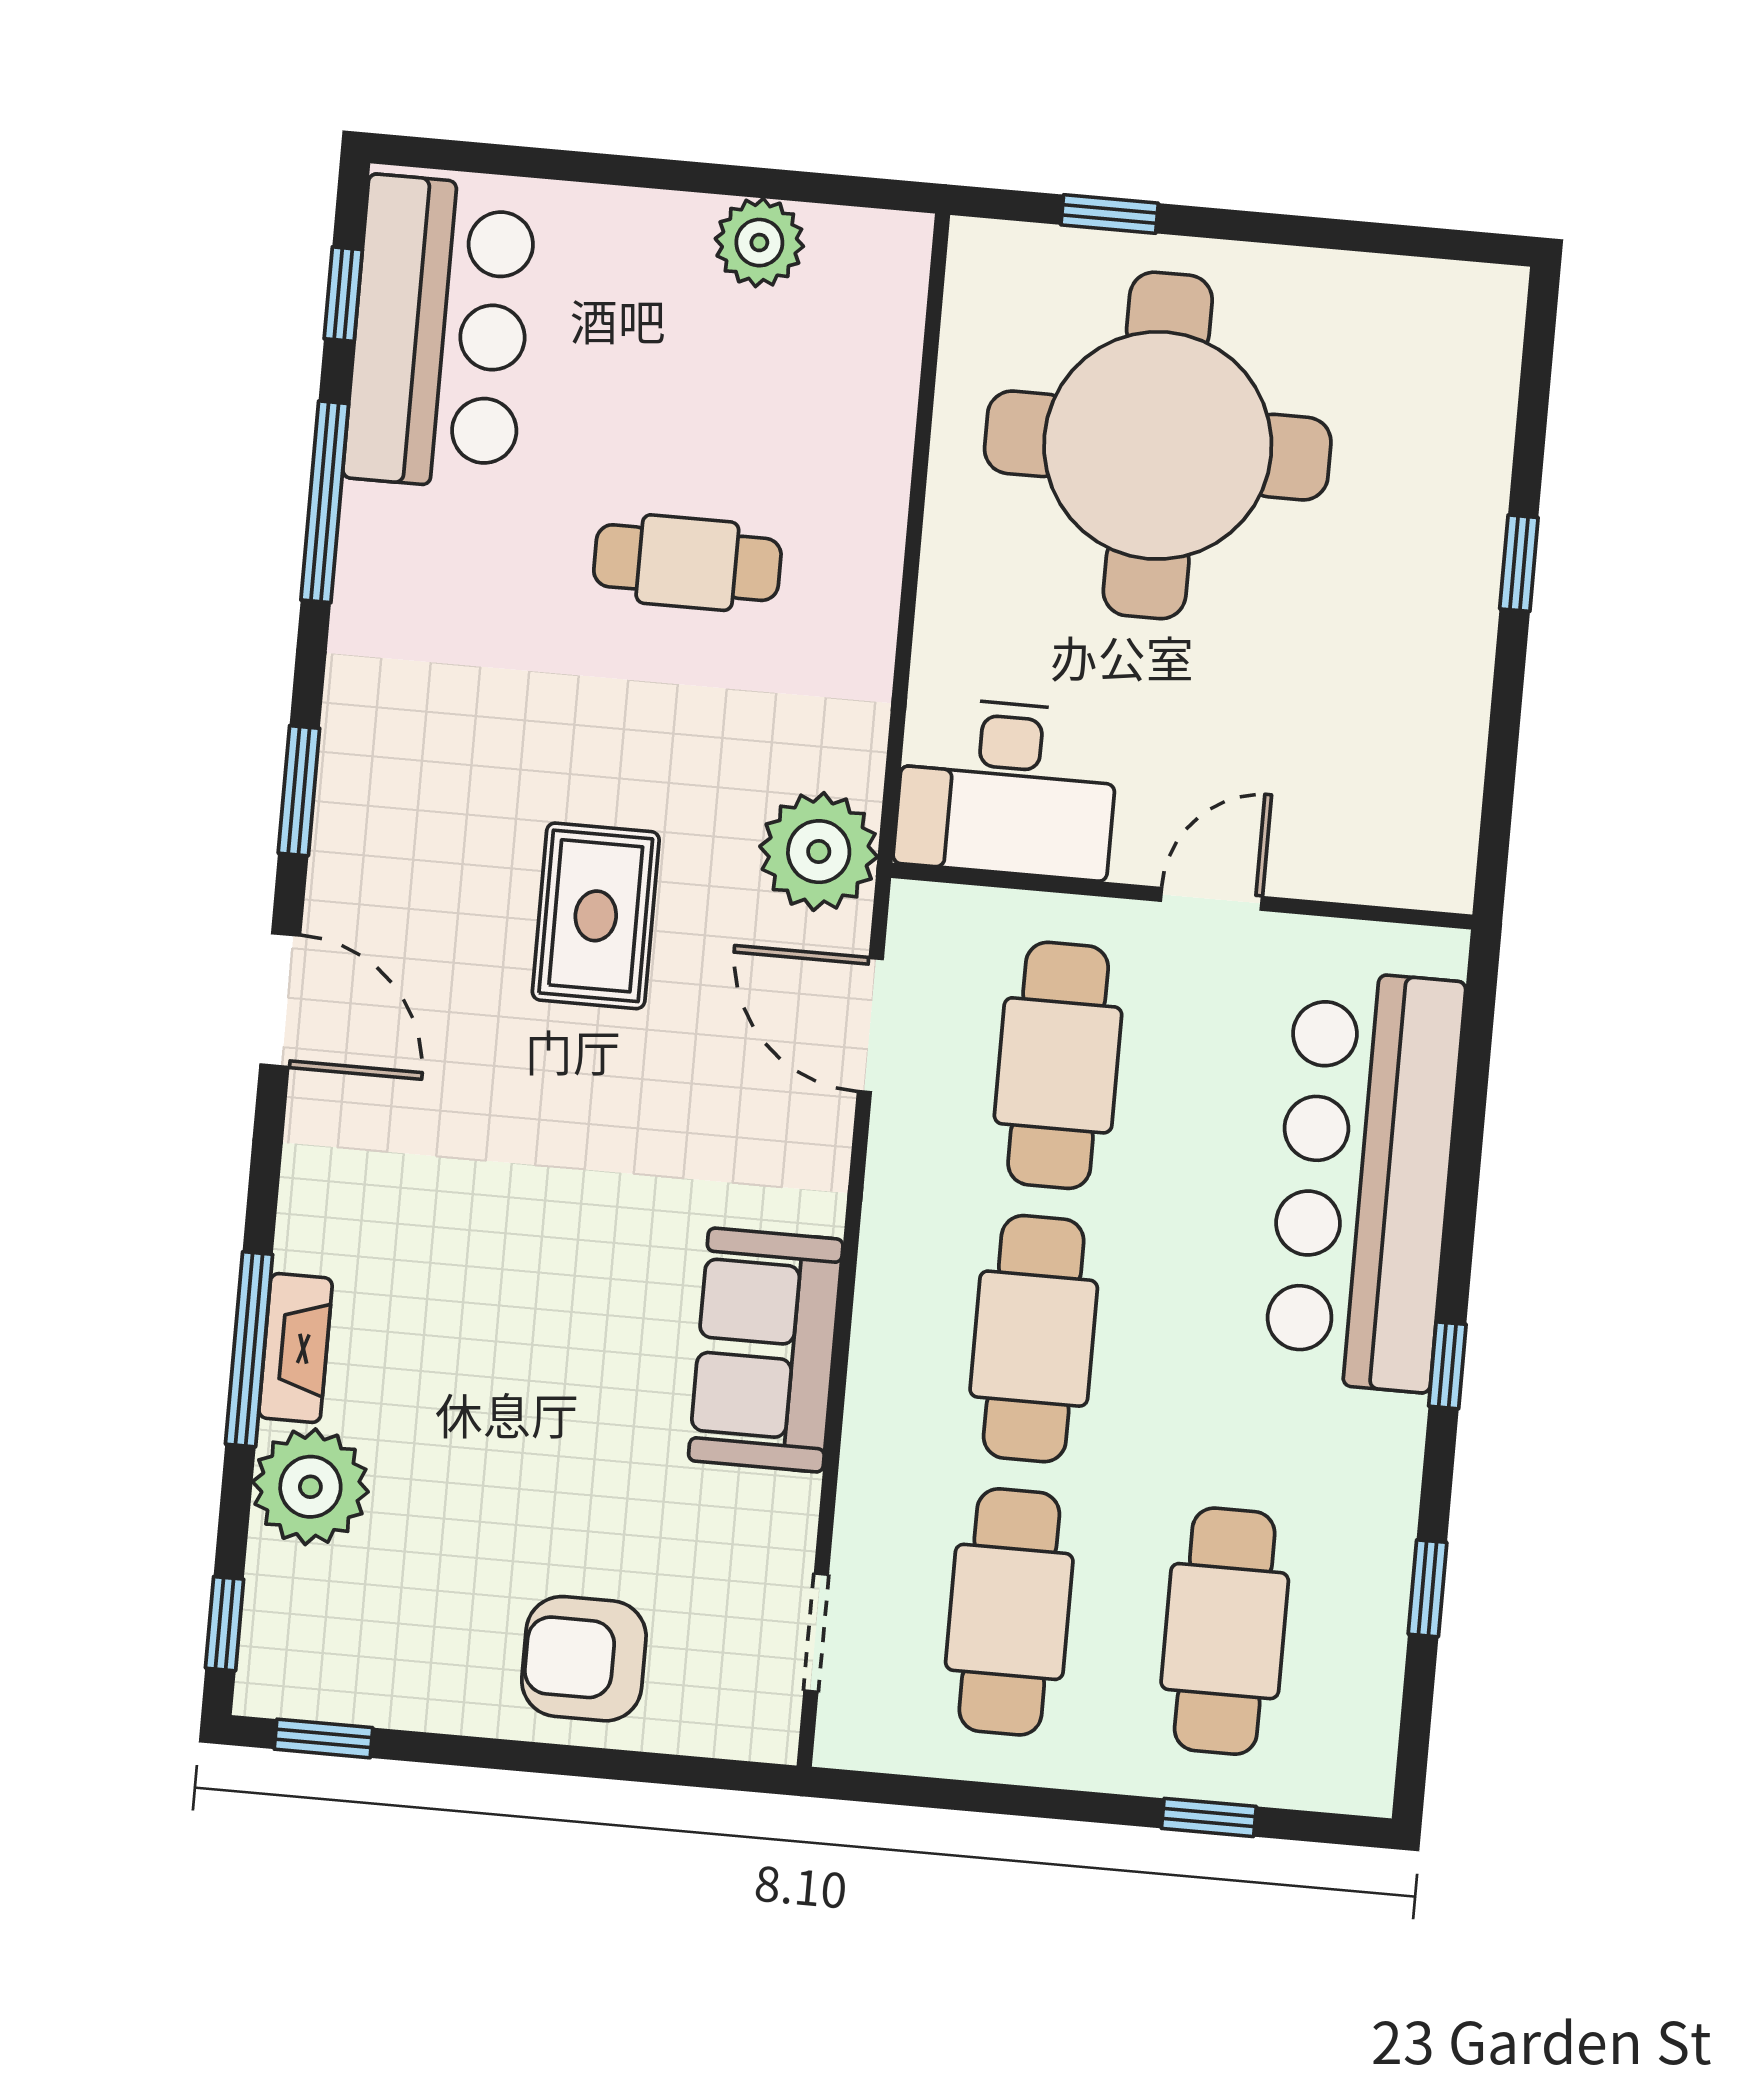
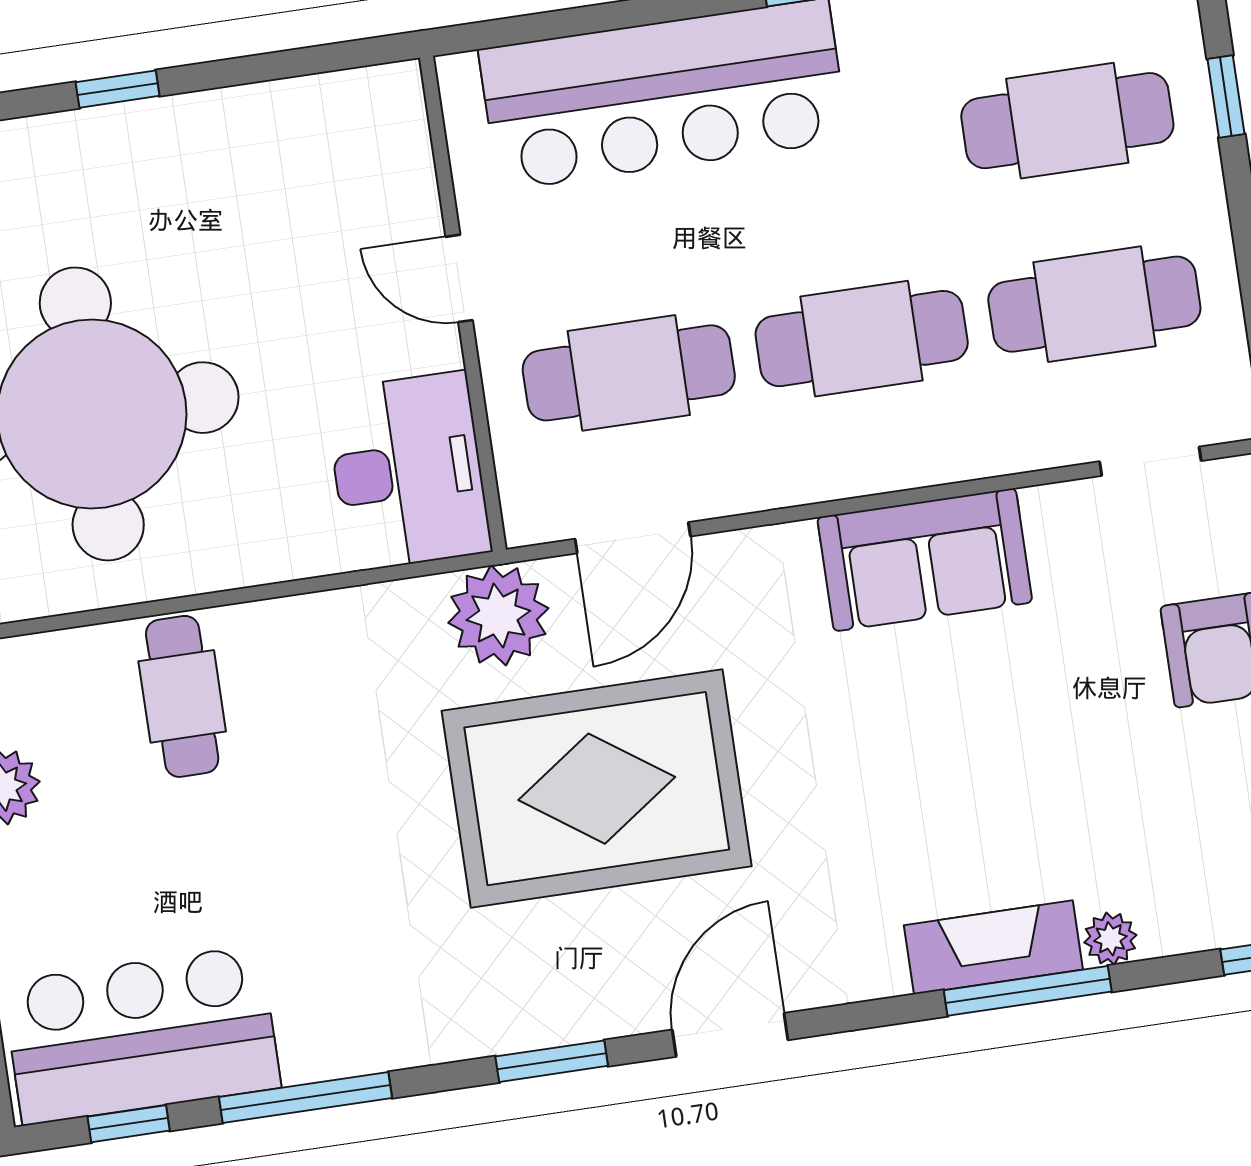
cafe table: (687, 563) -> (182, 696), moved
rug: (596, 916) -> (597, 789), width x1.86, depth x2.06
fireplace: (296, 1348) -> (993, 947), width x1.37, depth x1.32
plant: (310, 1487) -> (1110, 939), width x0.53, depth x0.53

